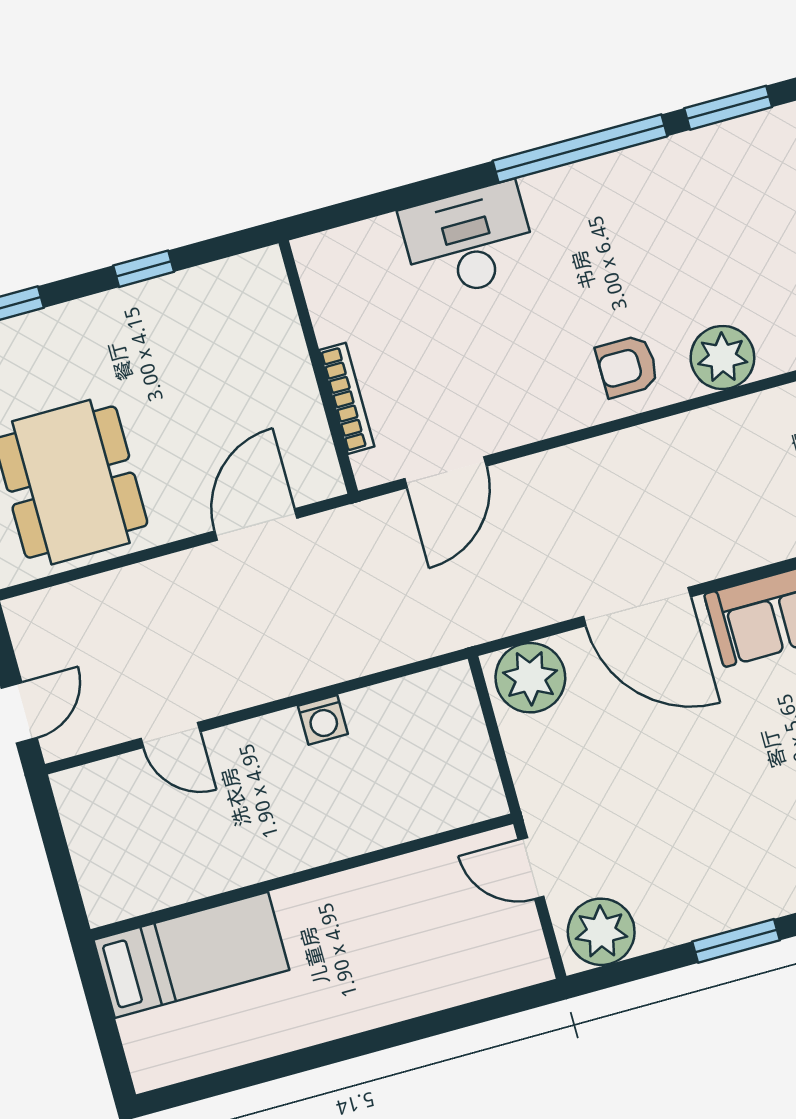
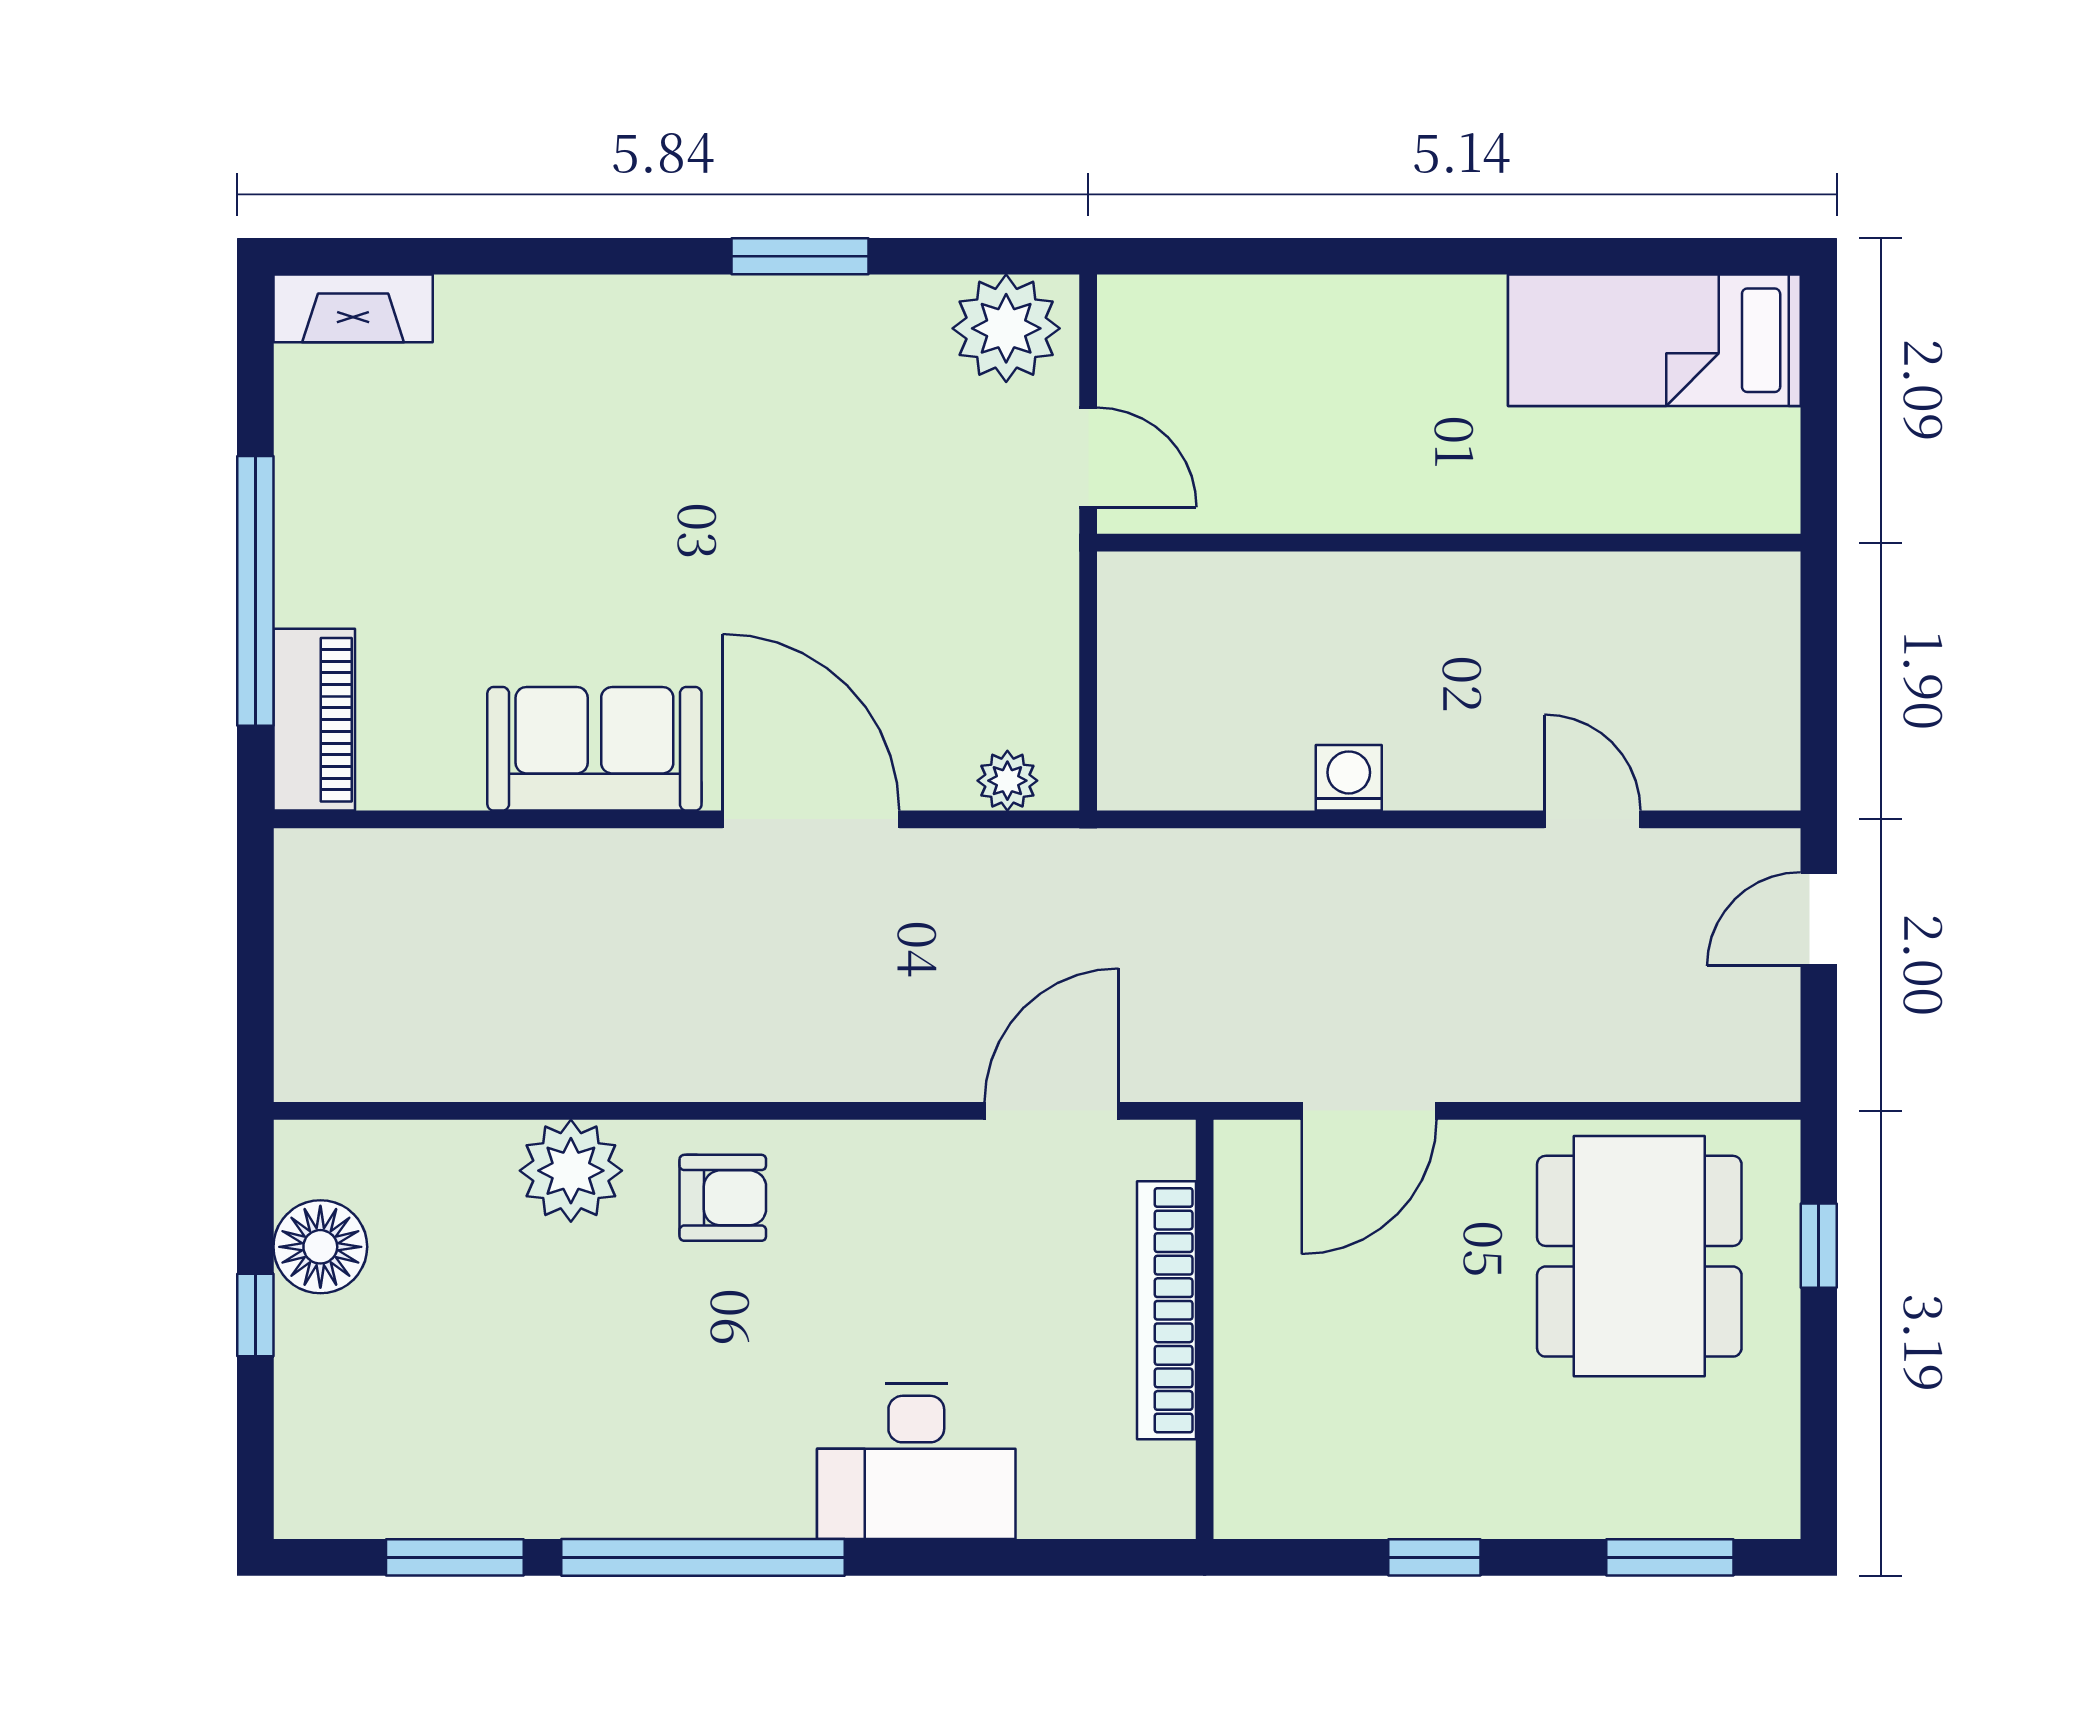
bookcase: (347, 398) -> (1167, 1310), width x1.48, depth x1.31
plant: (530, 678) -> (1007, 781), width x0.53, depth x0.53
bed: (191, 955) -> (1654, 340), moved

